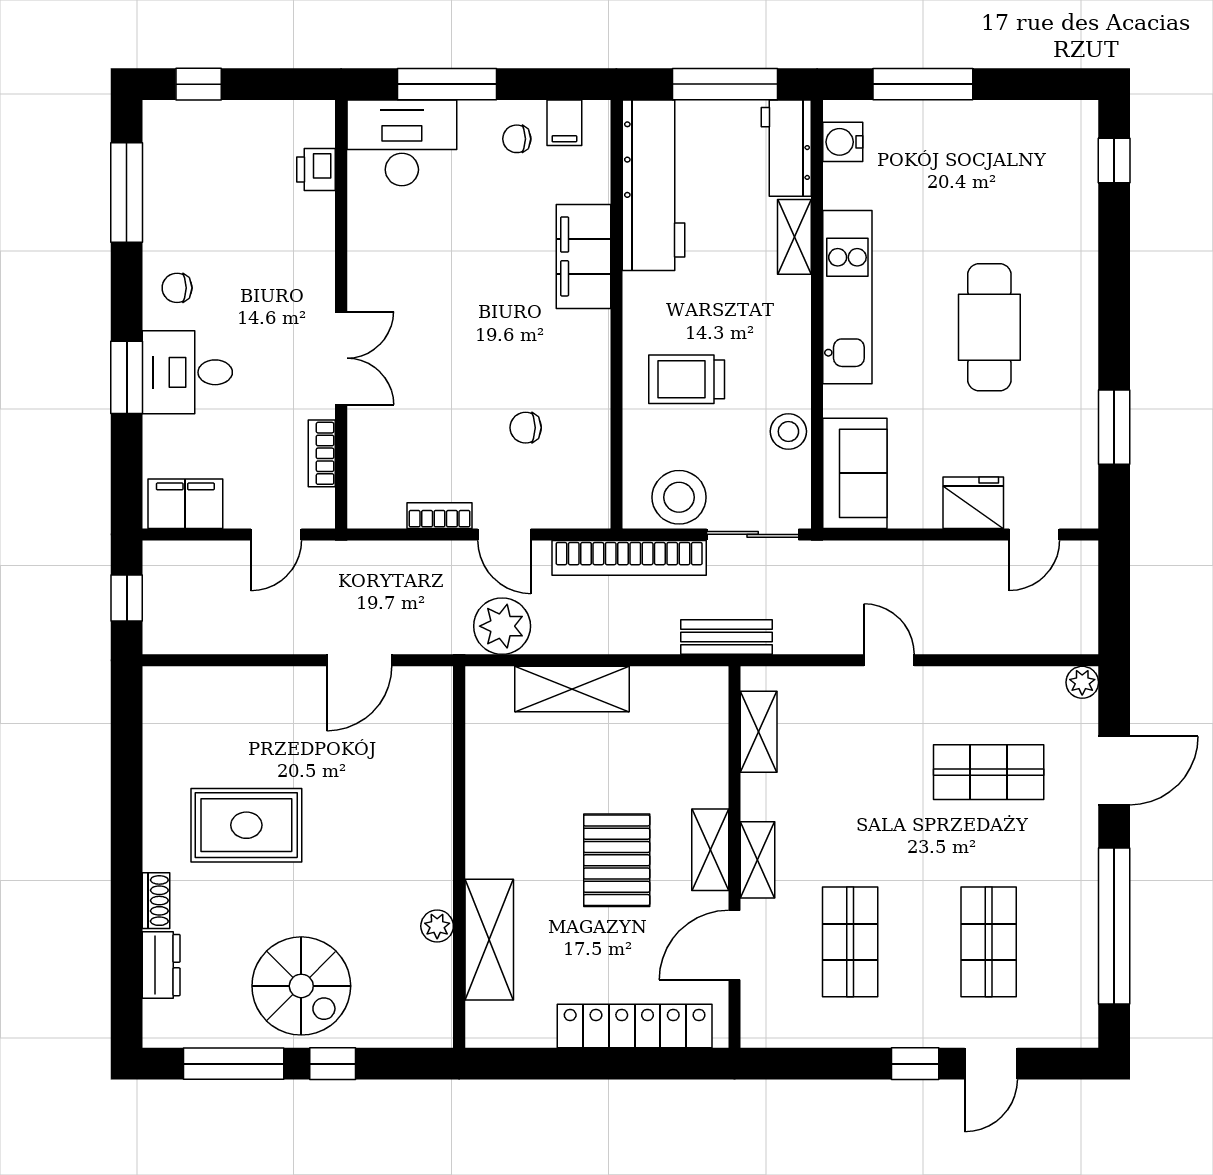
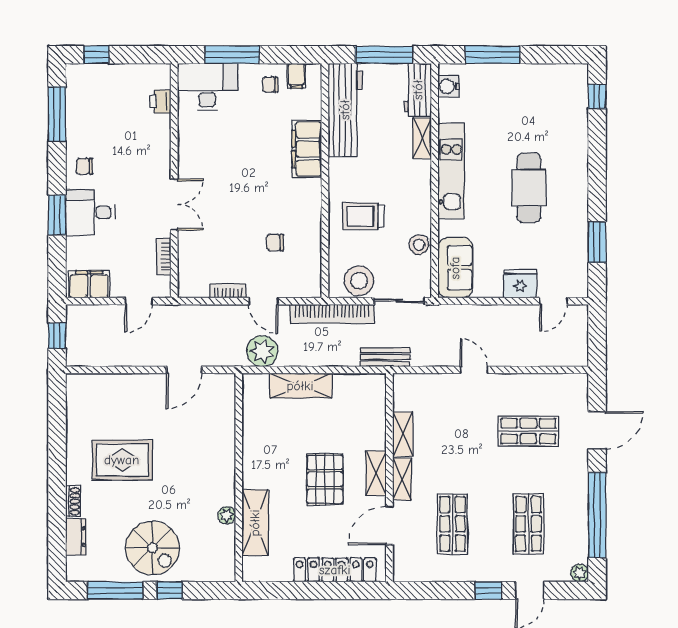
plant: (1082, 682) -> (580, 573), moved
shelving: (759, 732) -> (403, 434), moved

